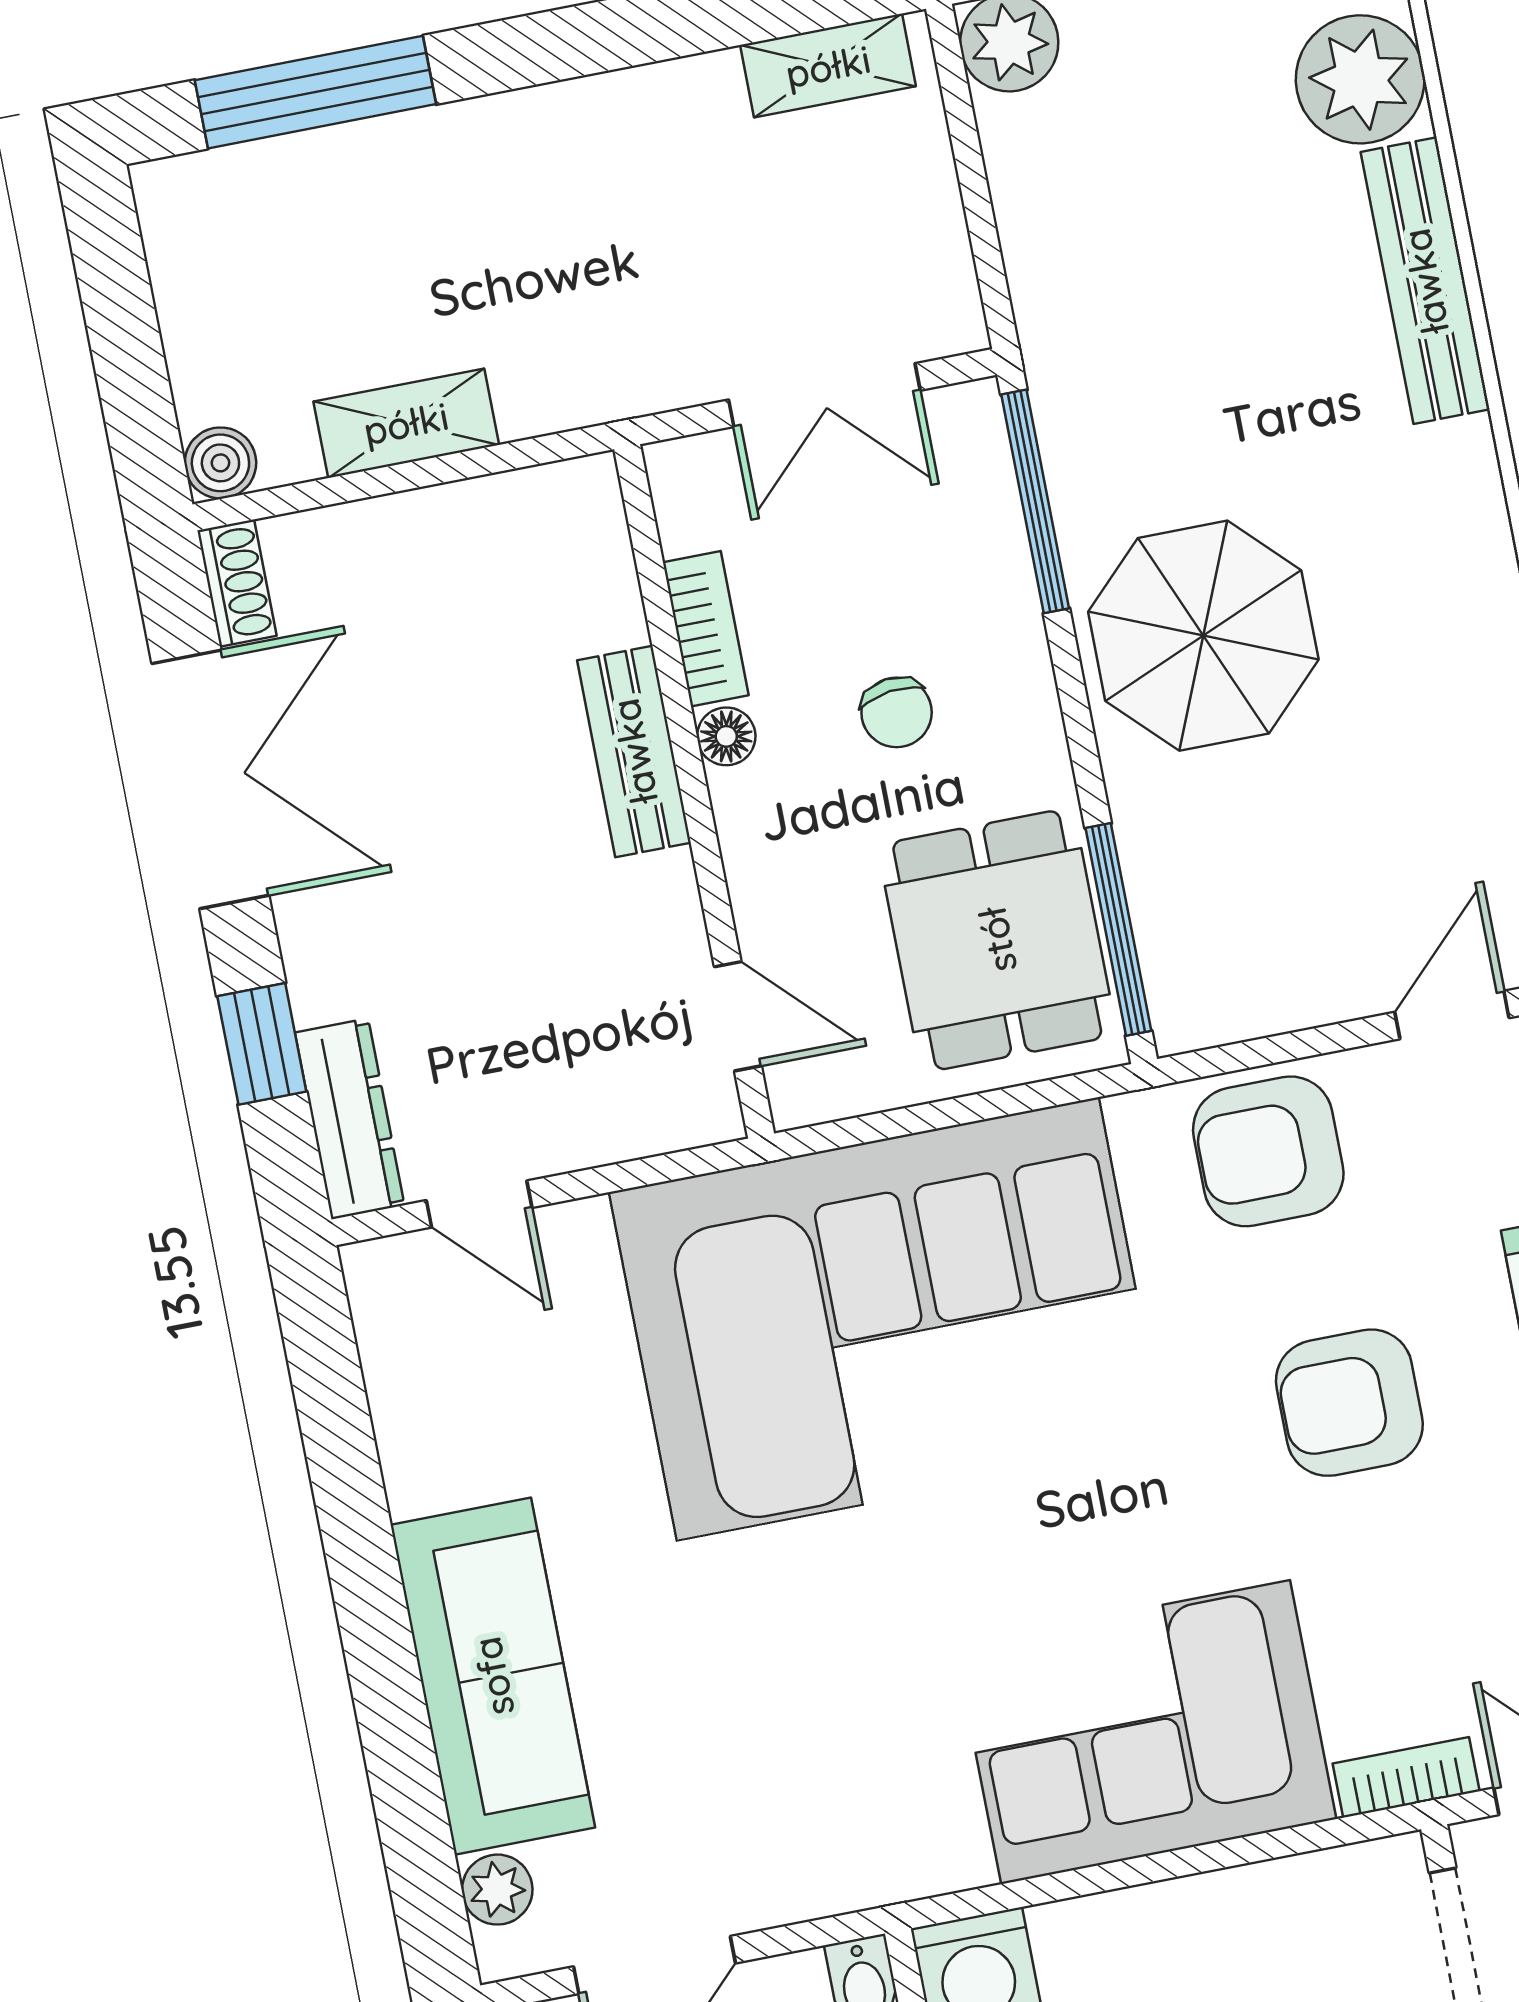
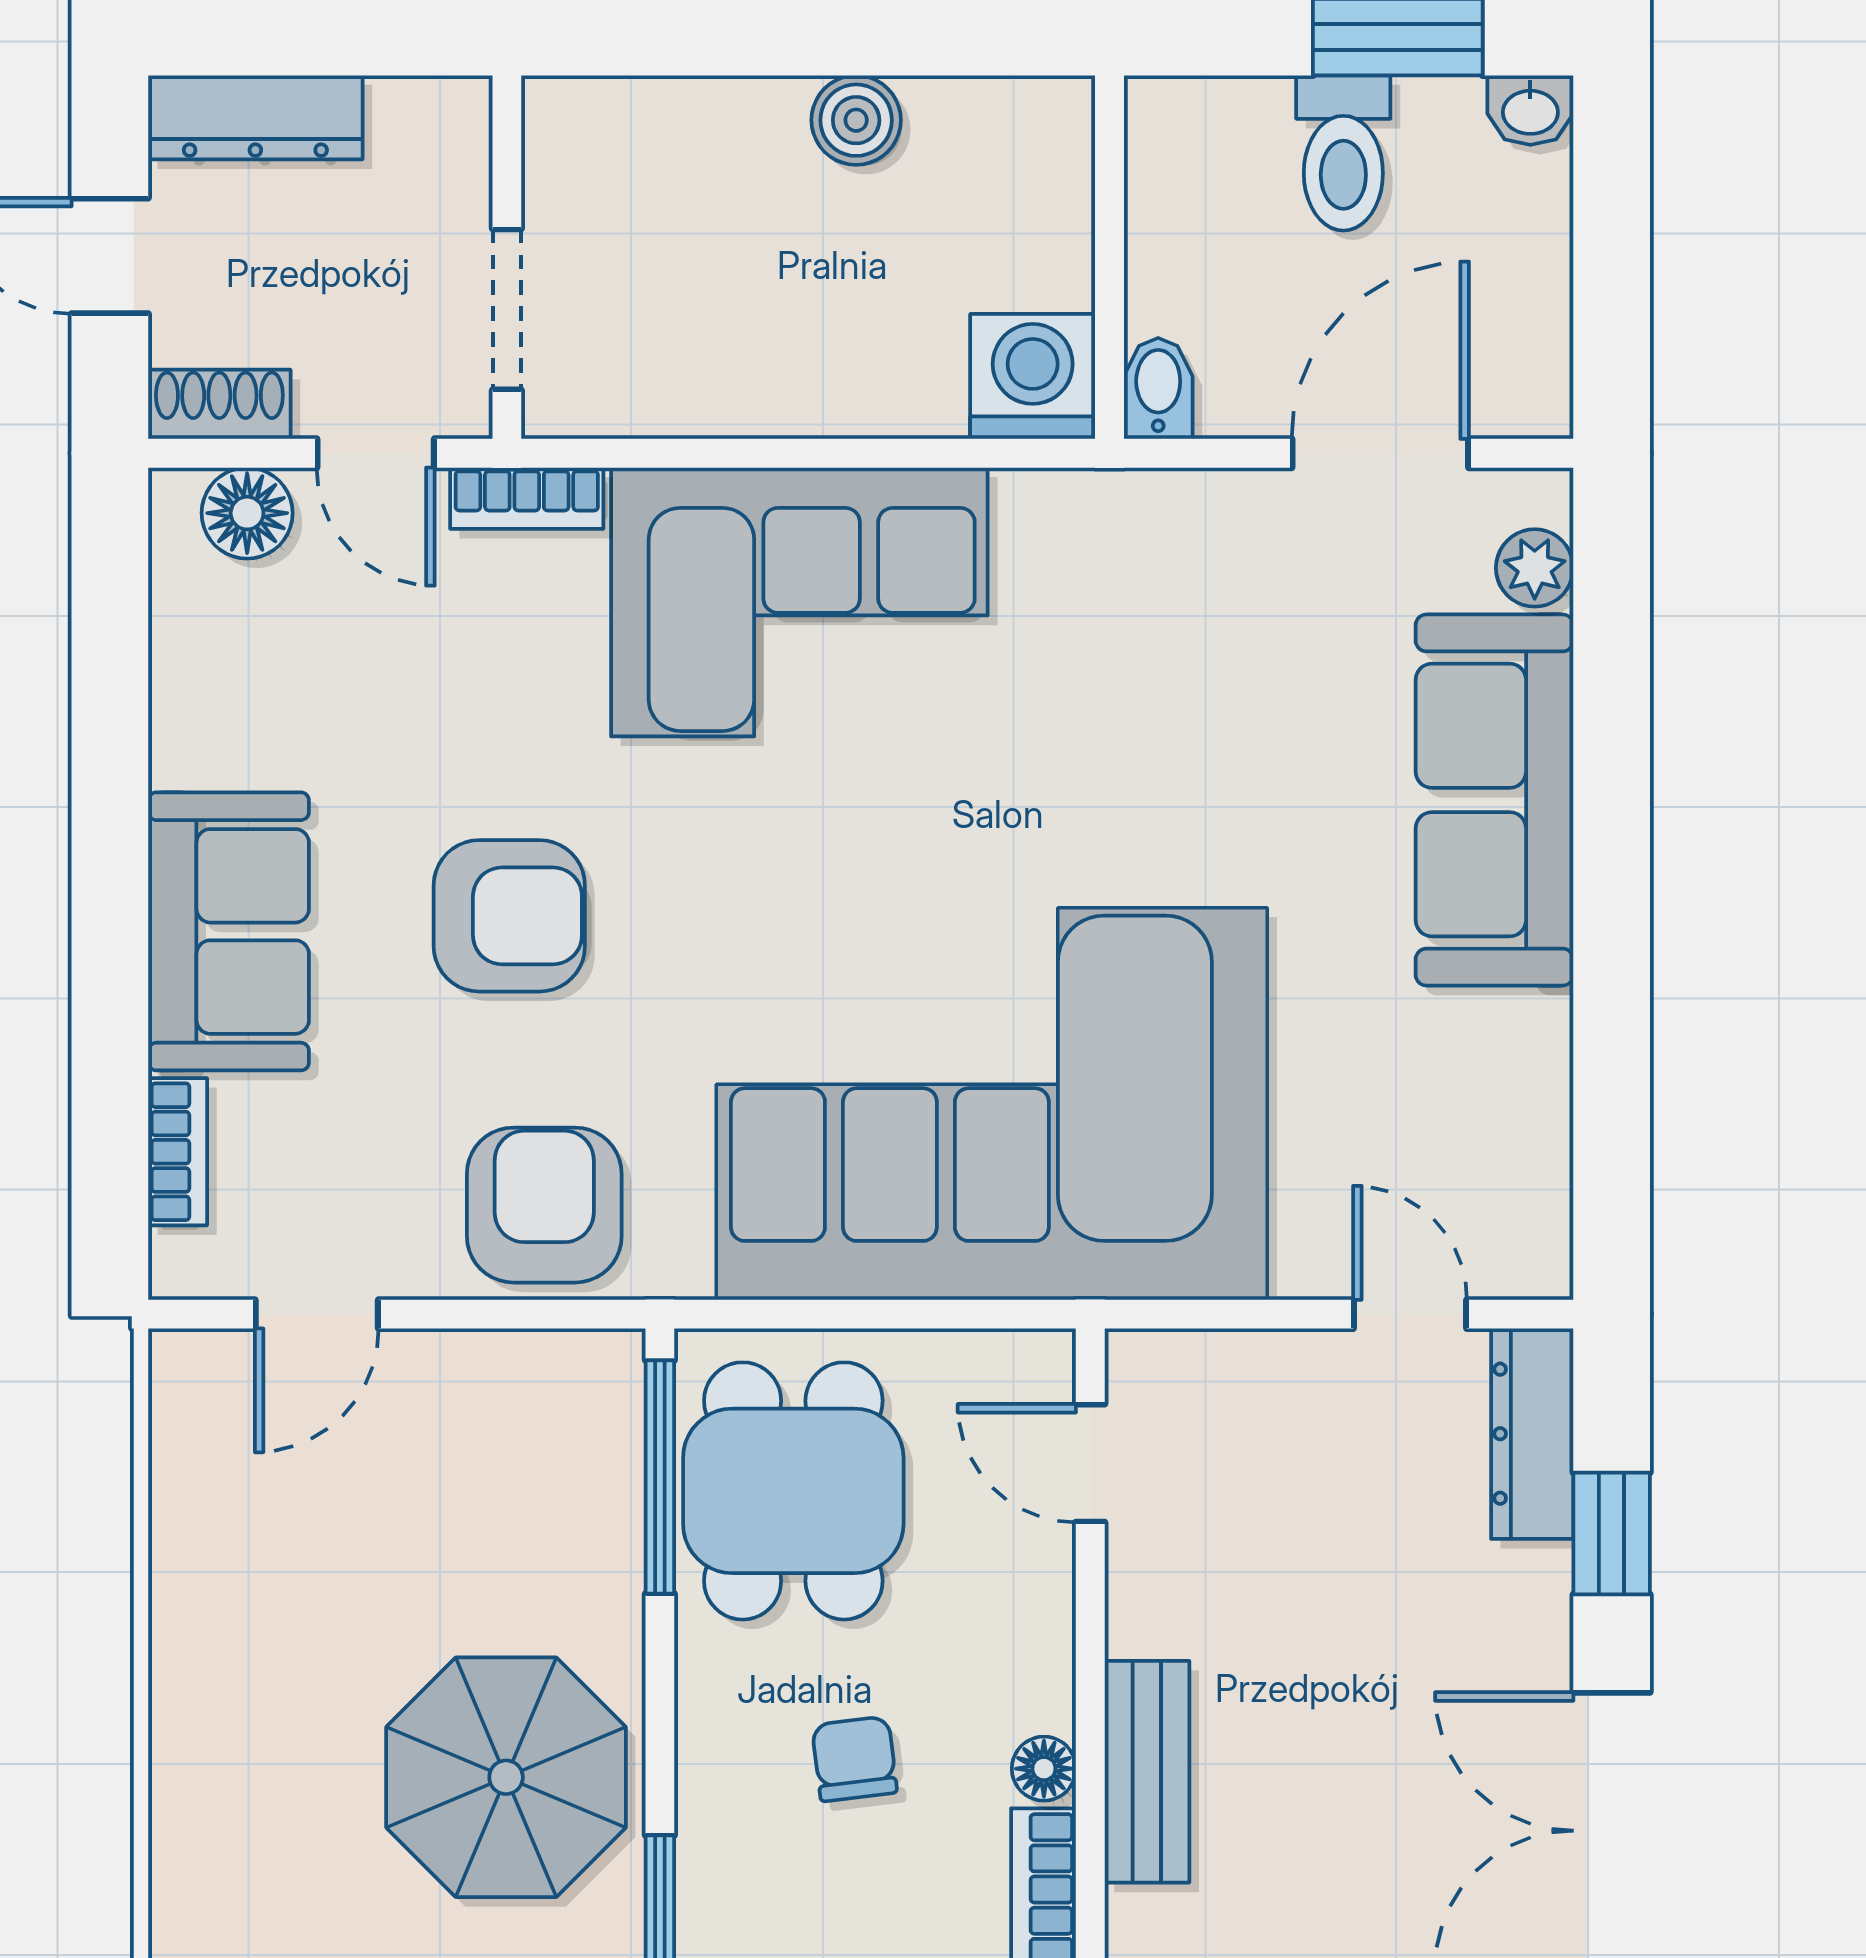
armchair: (1268, 1151) -> (544, 1205), turned -90

